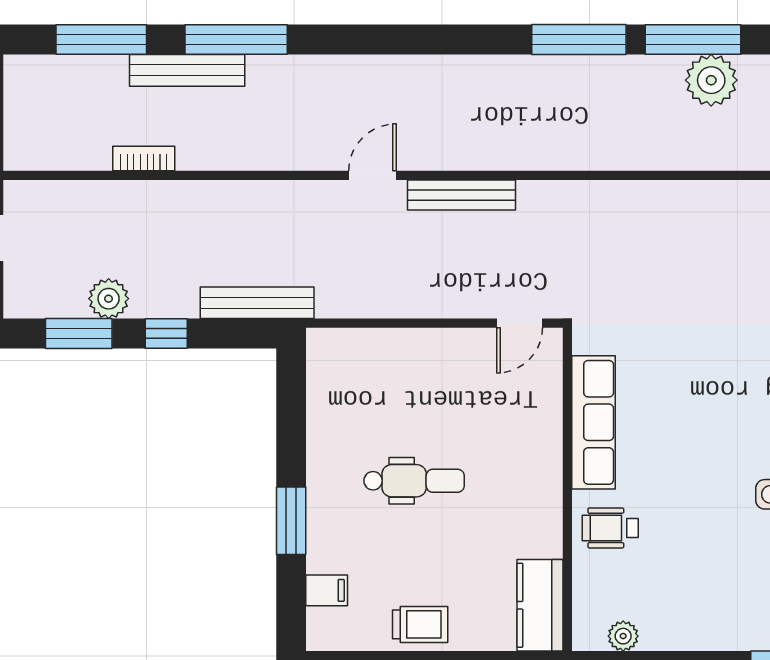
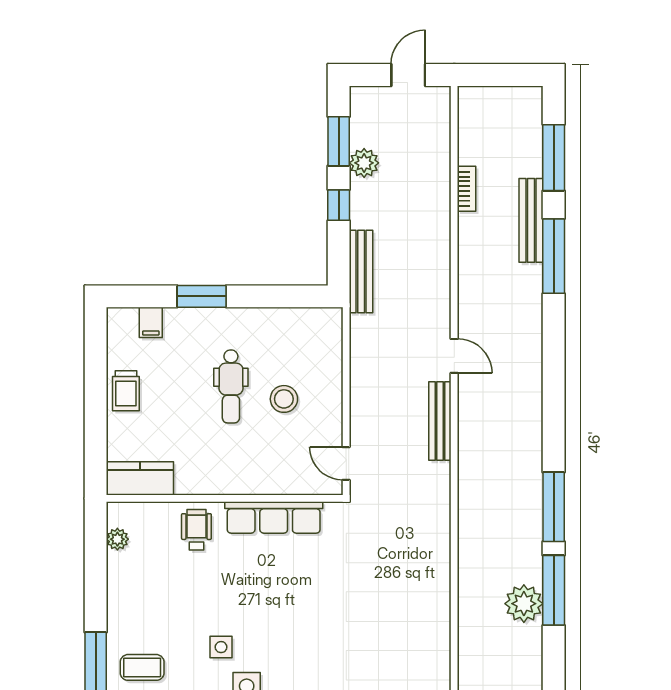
stool: (431, 408) -> (284, 399), added

